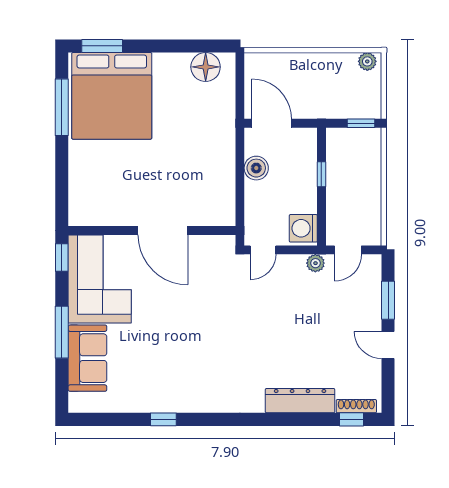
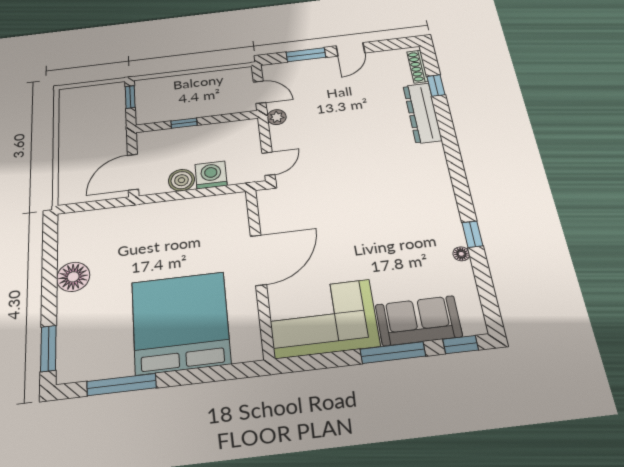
plant: (367, 61) -> (68, 99), removed
floor lamp: (206, 67) -> (73, 277), moved
bed: (112, 96) -> (180, 322), moved, turned -90
washing machine: (303, 228) -> (211, 175), moved, turned 180
door: (263, 250) -> (268, 164), hinge flipped
window: (62, 257) -> (461, 345), moved
floor lamp: (145, 406) -> (461, 254), added
window: (351, 419) -> (436, 86), moved

